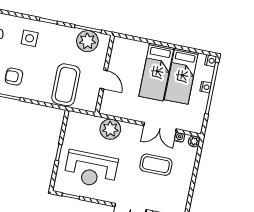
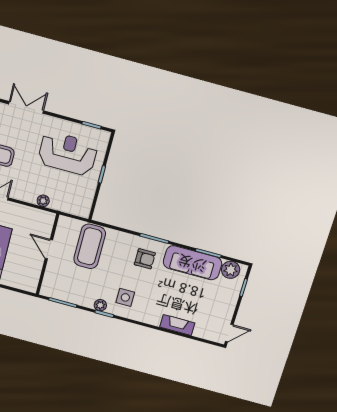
plant: (87, 41) -> (100, 305), moved, width x0.53, depth x0.53
plant: (110, 129) -> (43, 201), width x0.53, depth x0.53

